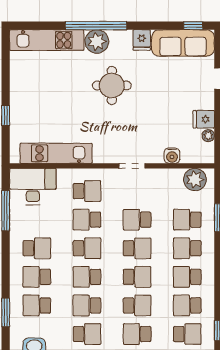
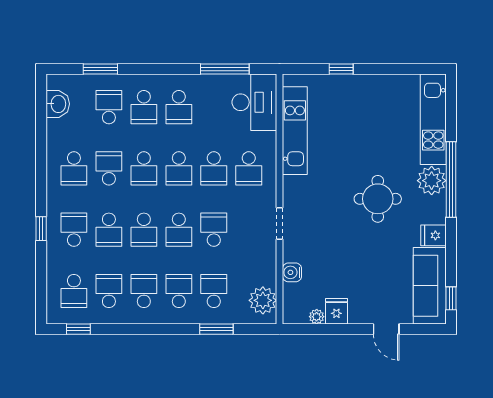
school desk: (87, 220) -> (214, 168), turned 180
school desk: (37, 277) -> (144, 107), turned 180
school desk: (87, 277) -> (144, 168), turned 180

